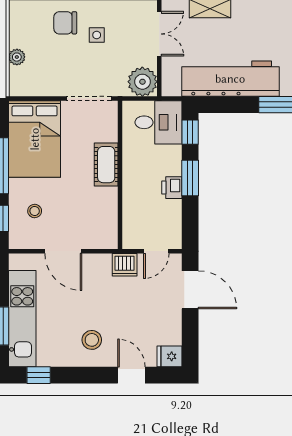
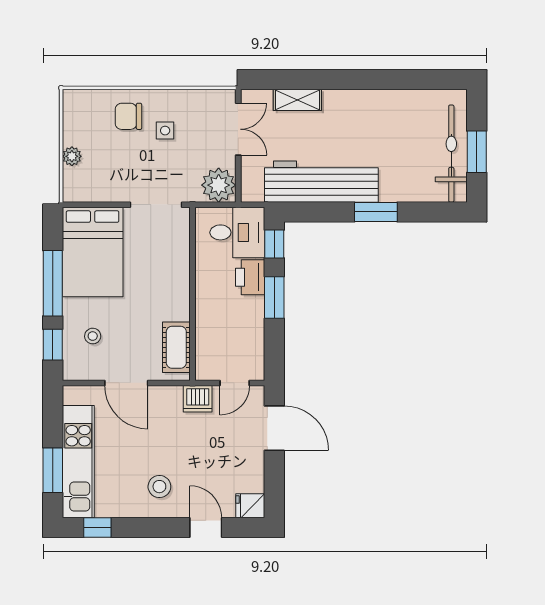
cot: (106, 165) -> (176, 347), moved
printer: (172, 188) -> (250, 277), moved, width x1.36, depth x1.24

